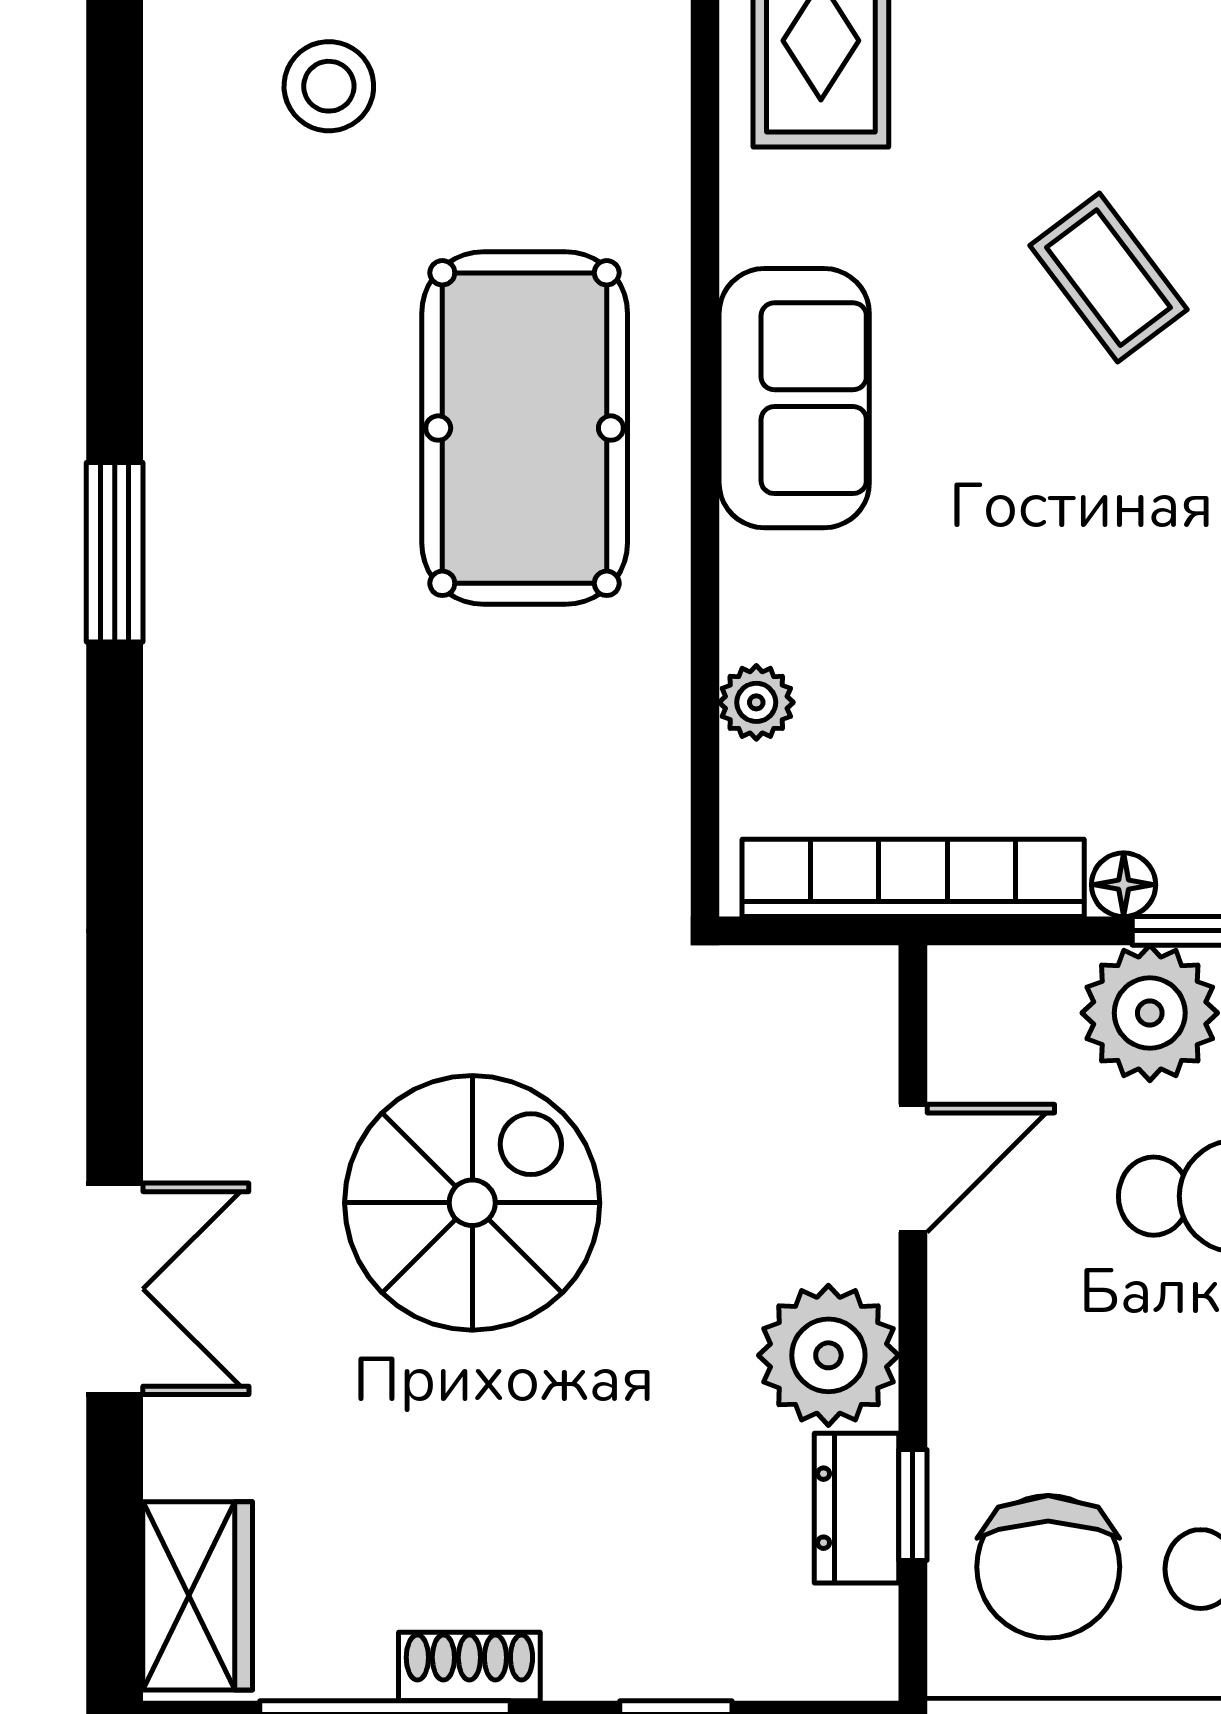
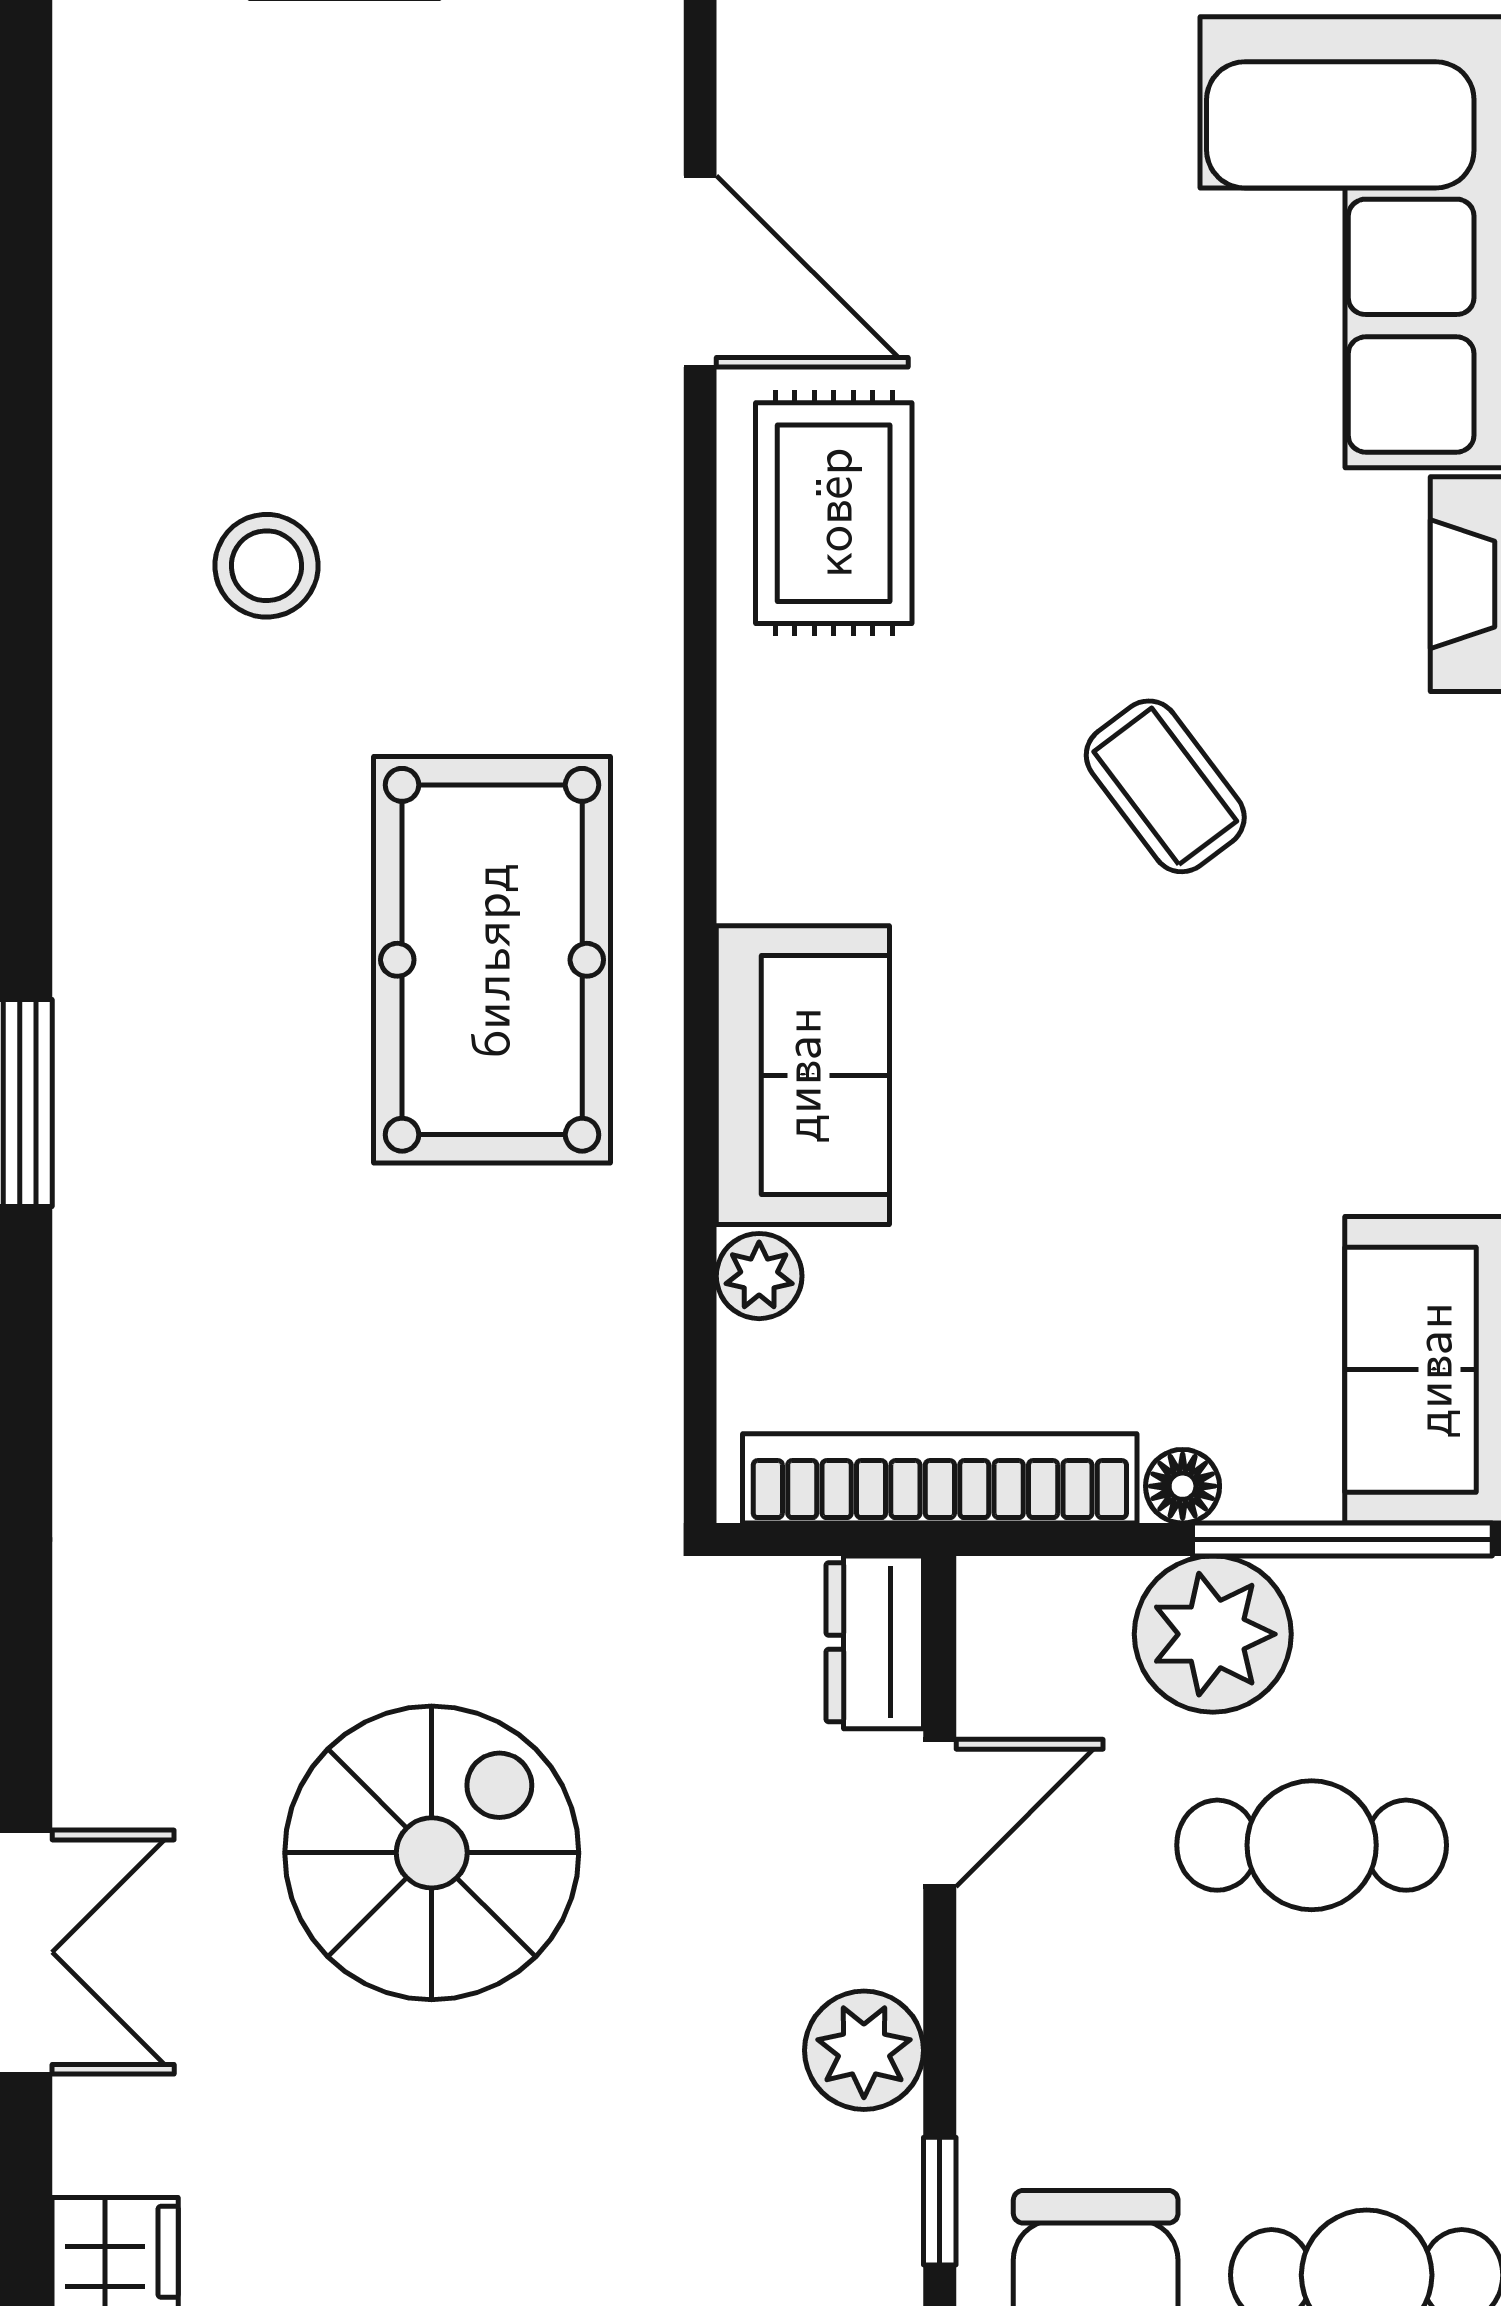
sofa: (794, 398) -> (803, 1075), moved
plant: (828, 1355) -> (864, 2050), width x0.73, depth x0.73
dresser: (856, 1508) -> (875, 1642), moved

